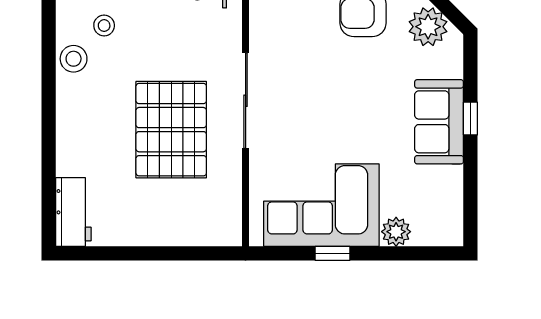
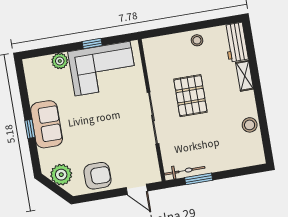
stool: (104, 26) -> (197, 40), moved
pallet: (171, 130) -> (190, 96), width x0.73, depth x0.71
shelving: (68, 149) -> (245, 76), added

